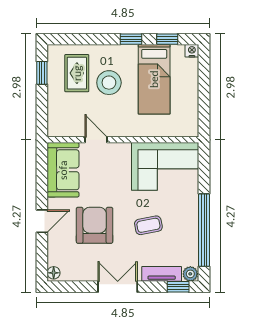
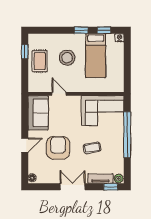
rug: (77, 73) -> (40, 61), moved
window: (204, 230) -> (127, 135), moved

